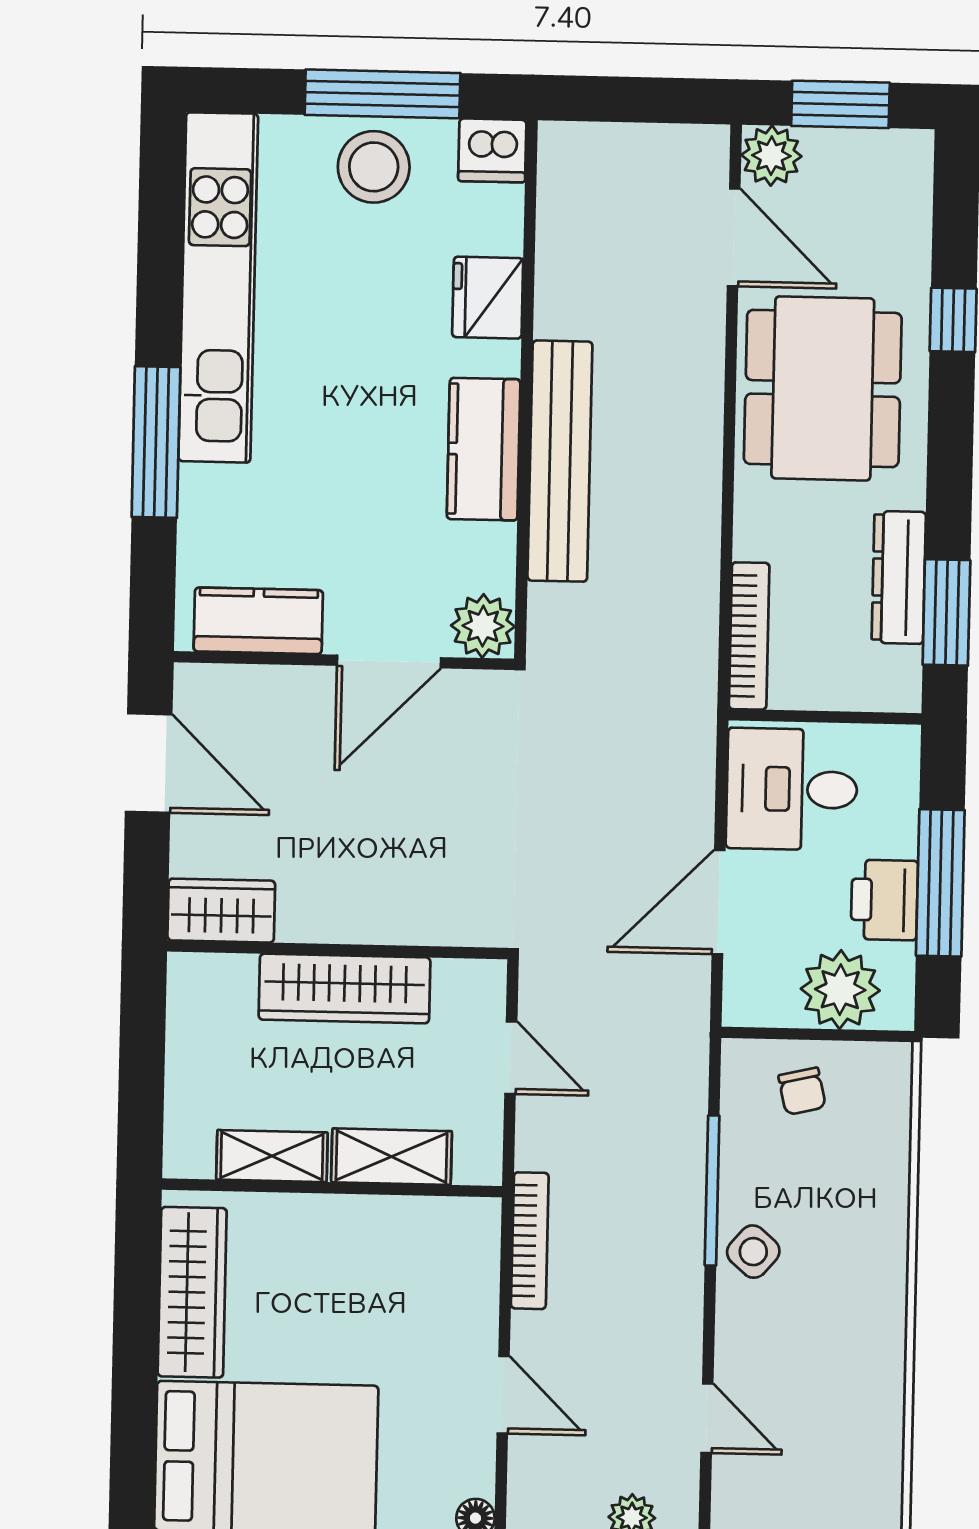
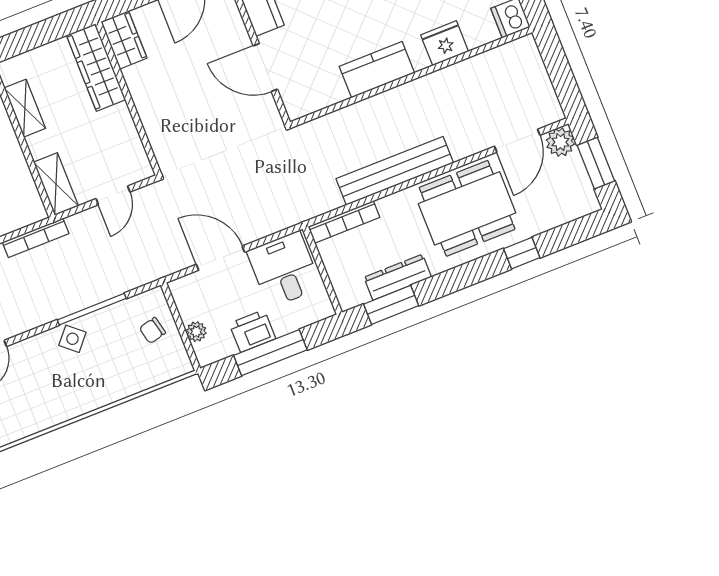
bench: (560, 461) -> (395, 171), moved
plant: (483, 626) -> (299, 102), removed
wardrobe: (344, 989) -> (96, 67), moved
plant: (840, 990) -> (196, 332), width x0.53, depth x0.53
shelving: (392, 1157) -> (56, 184), moved

